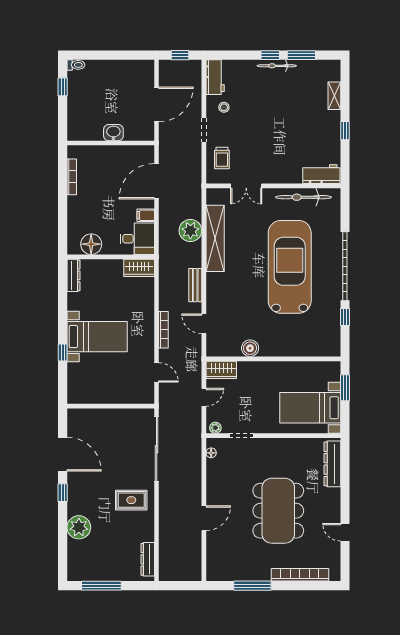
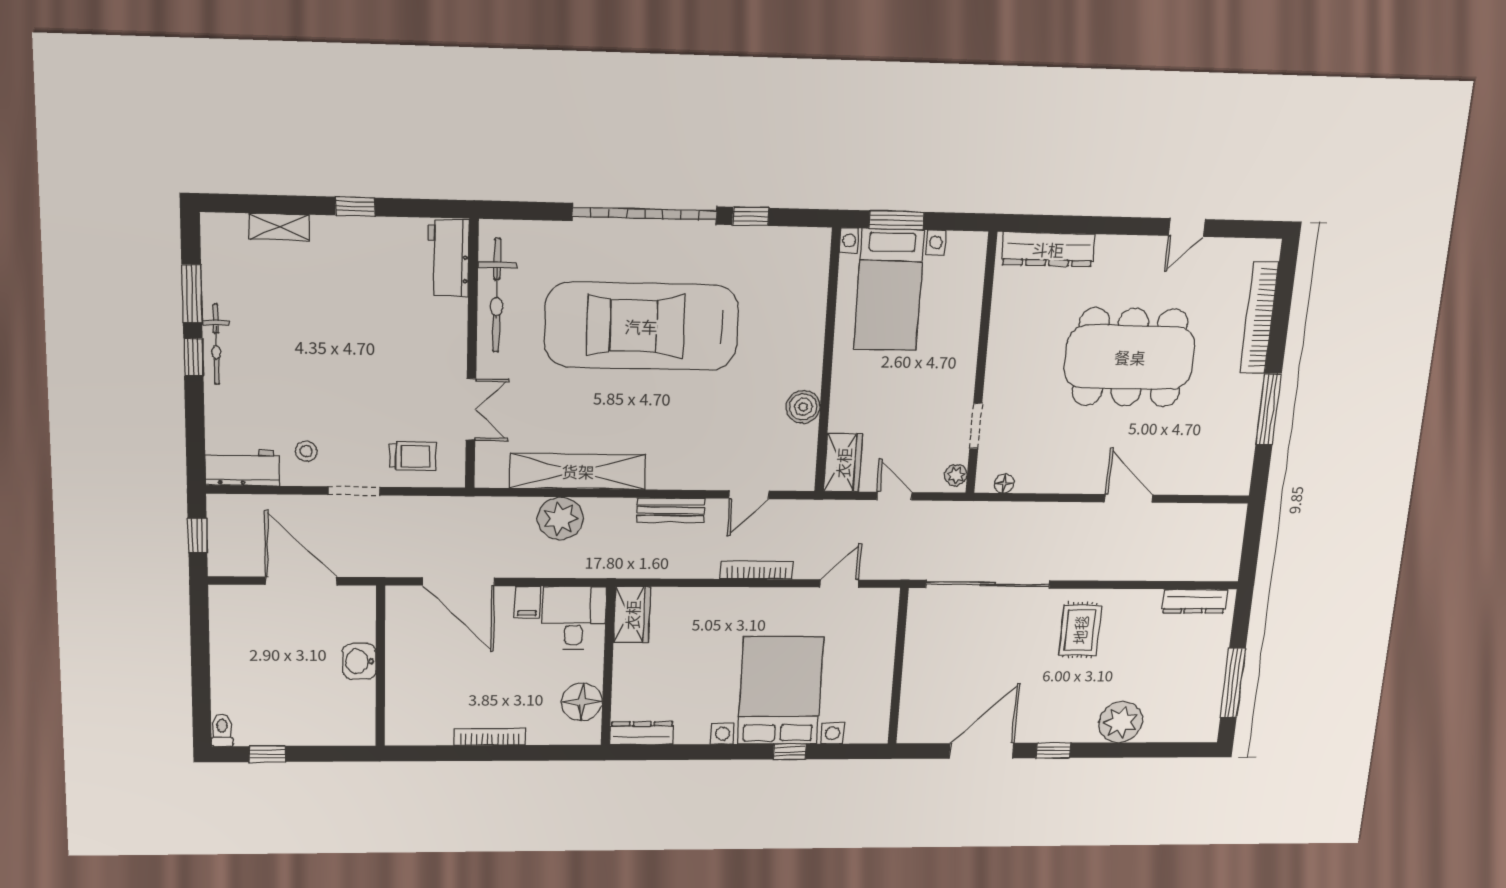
bookcase: (72, 177) -> (490, 737), moved
bed with nightstands: (97, 337) -> (780, 691), width x1.36
bed with nightstands: (310, 408) -> (889, 290), moved

